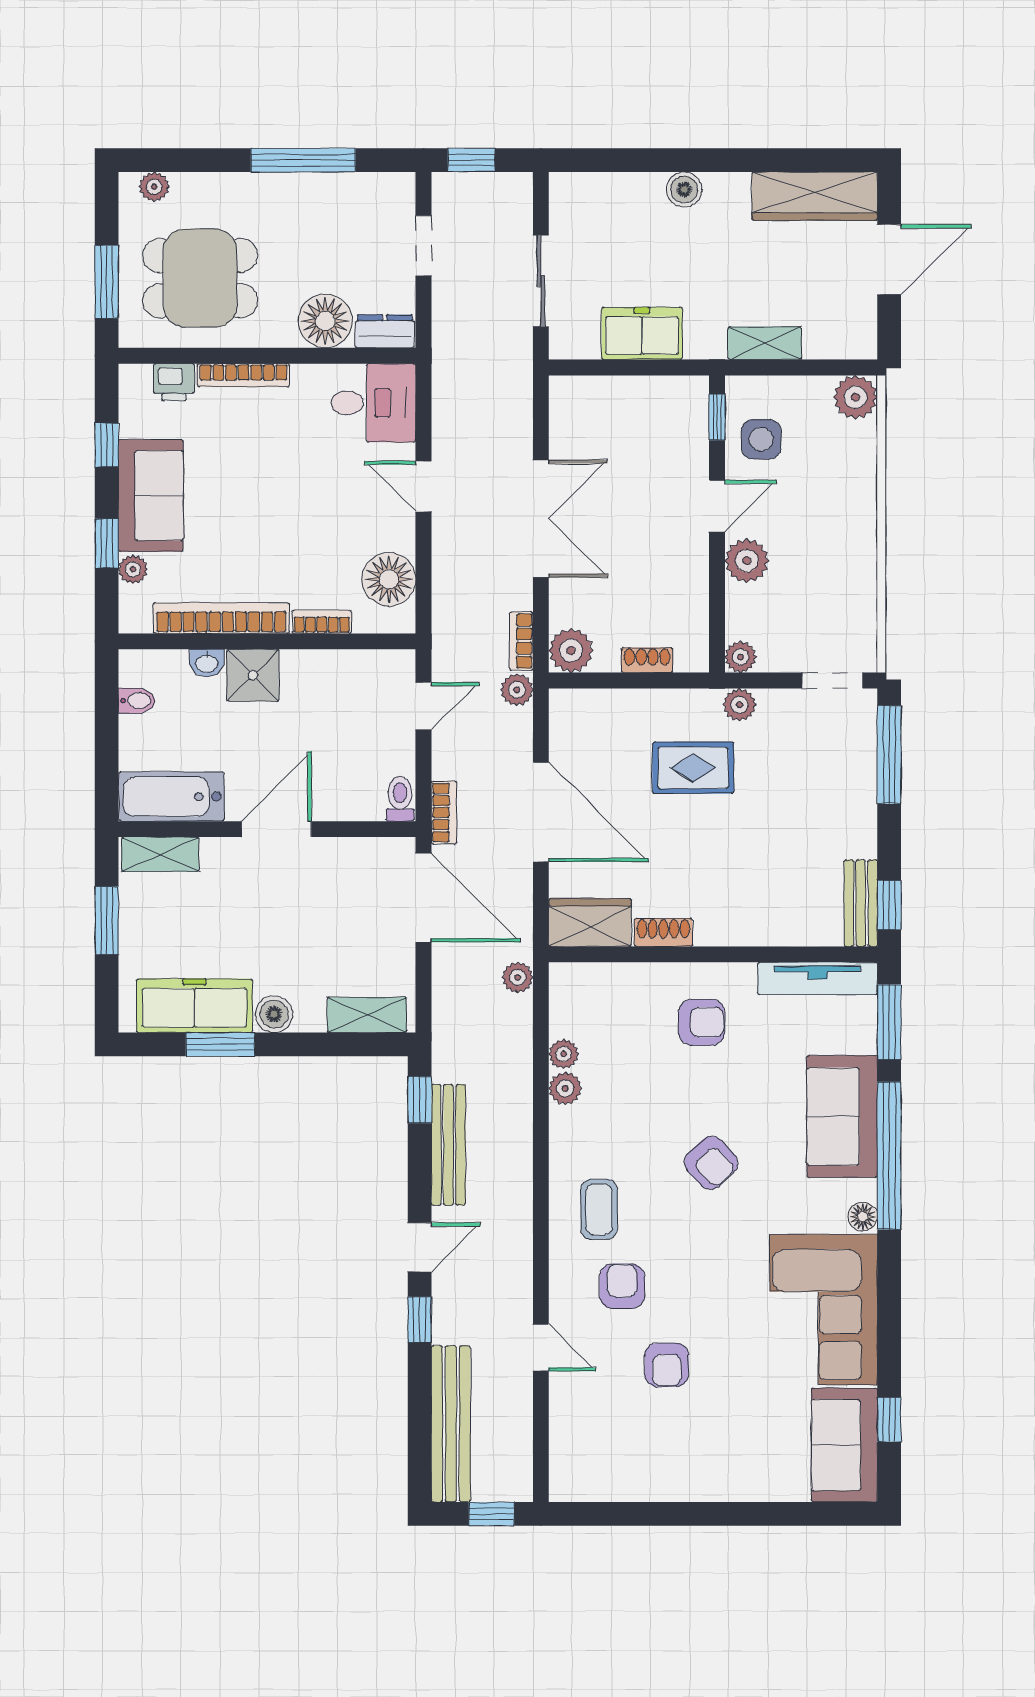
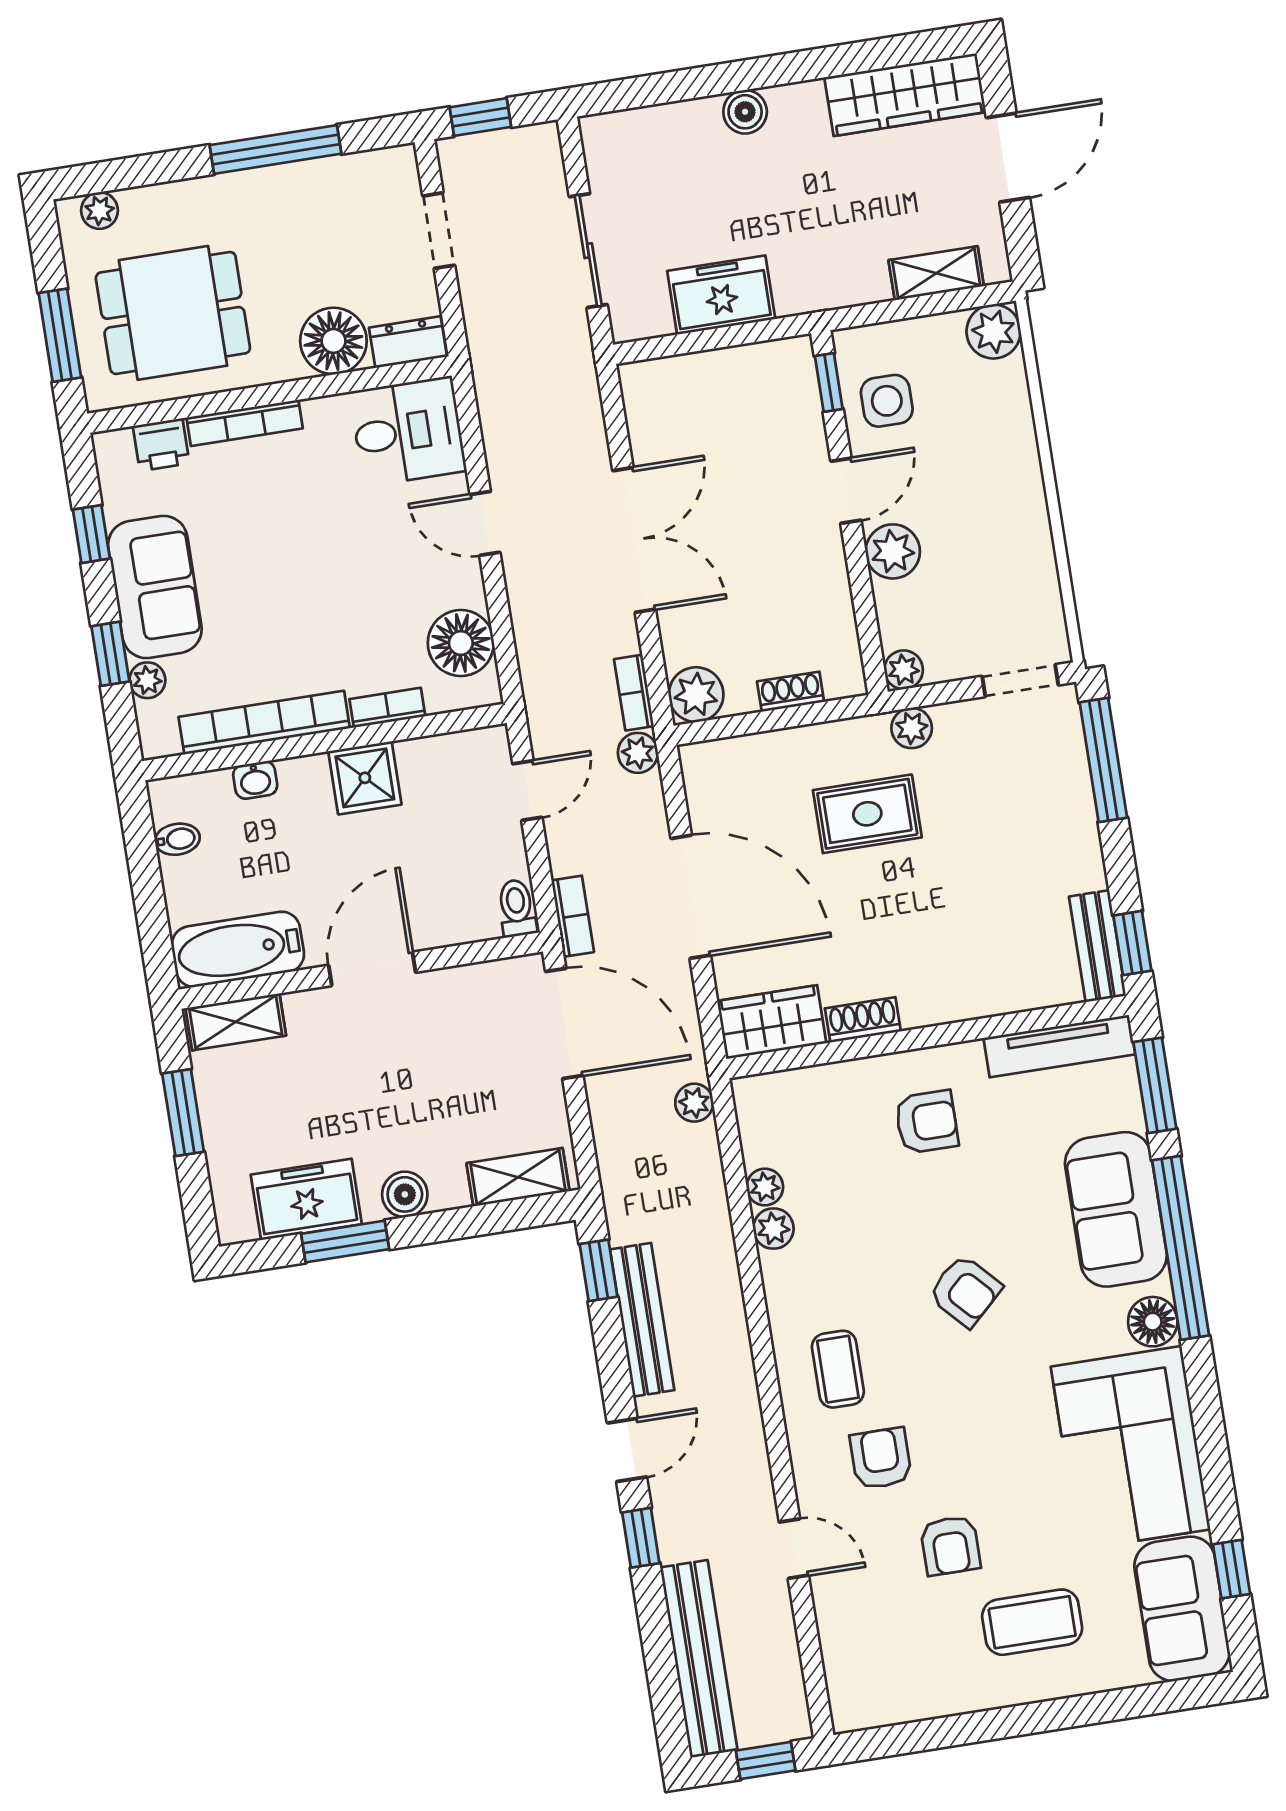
shelving: (765, 343) -> (936, 273), moved
shower: (253, 675) -> (365, 778), moved
freezer: (194, 1006) -> (306, 1199), width x0.71
floor lamp: (863, 1217) -> (1153, 1322), width x1.37, depth x1.37
coffee table: (723, 1437) -> (1032, 1622), added

